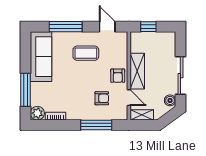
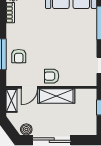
coffee table: (86, 53) -> (75, 44), removed
armchair: (102, 98) -> (19, 56), moved

